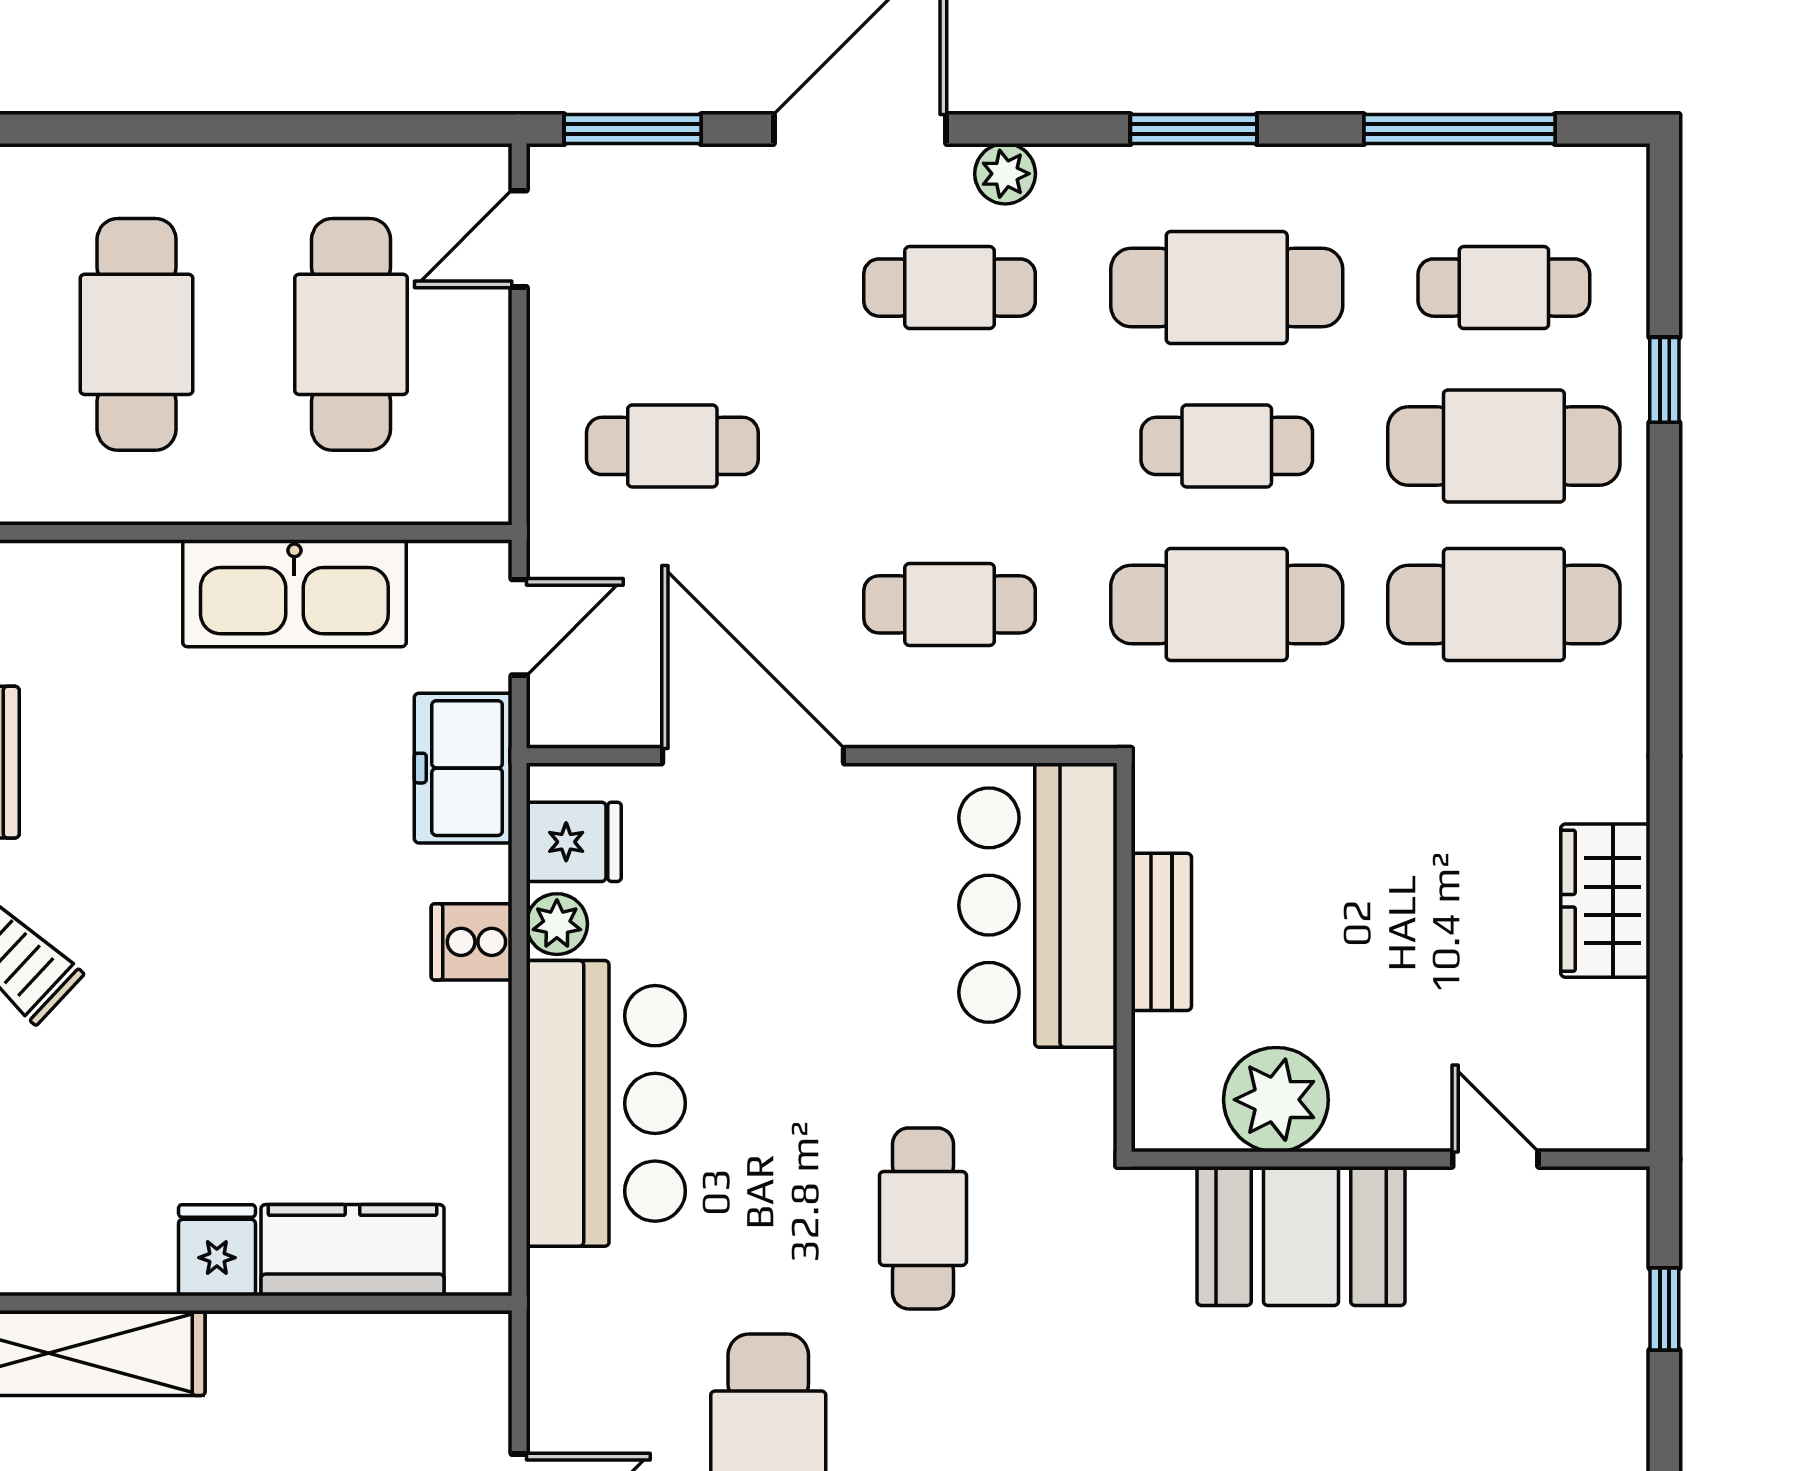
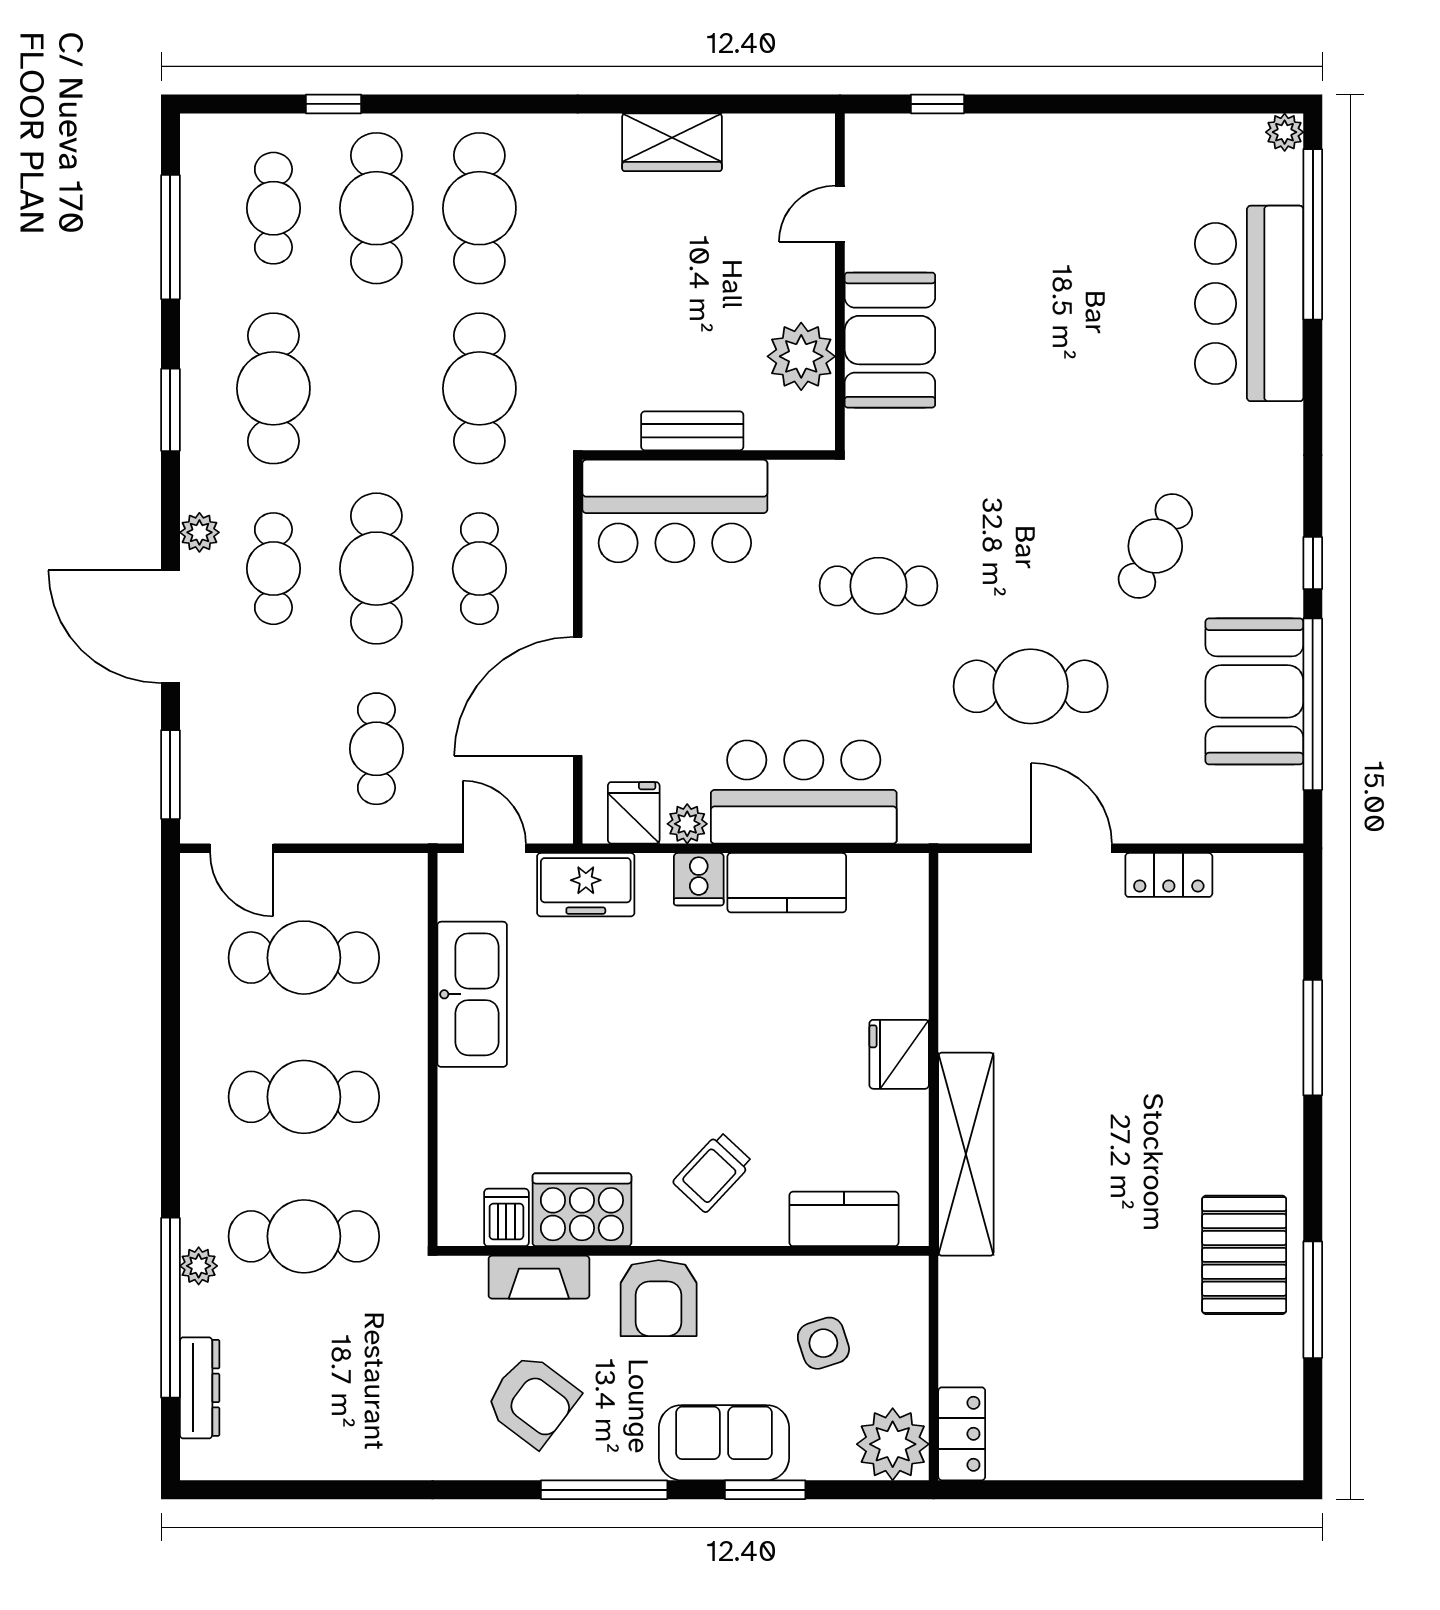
cafe table: (1227, 446) -> (376, 569), moved, width x1.37, depth x1.35
fridge: (217, 1250) -> (899, 1054), width x1.38
kitchen counter: (352, 1250) -> (787, 883), moved, turned -90

